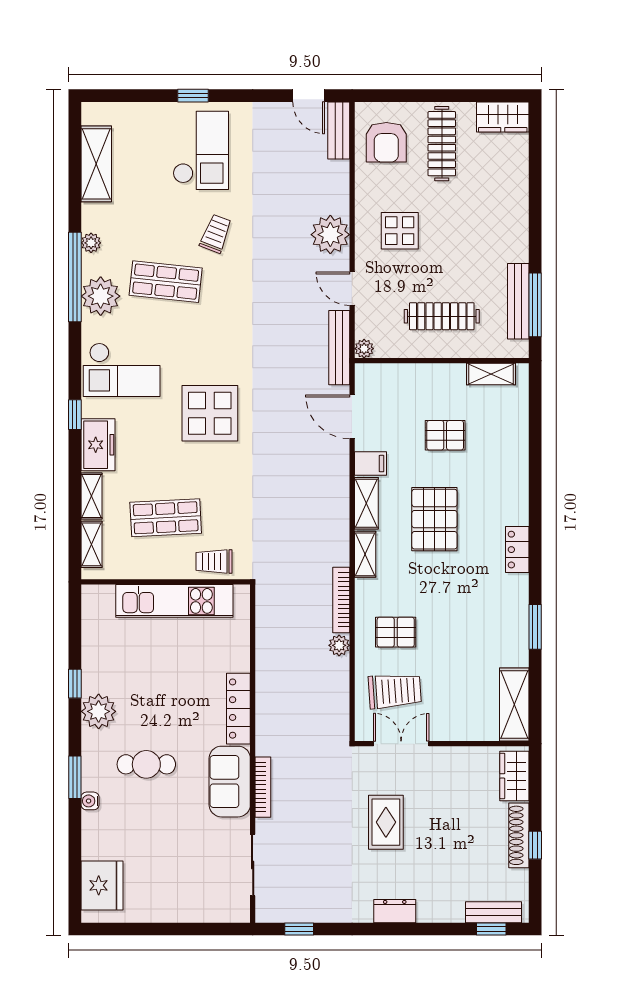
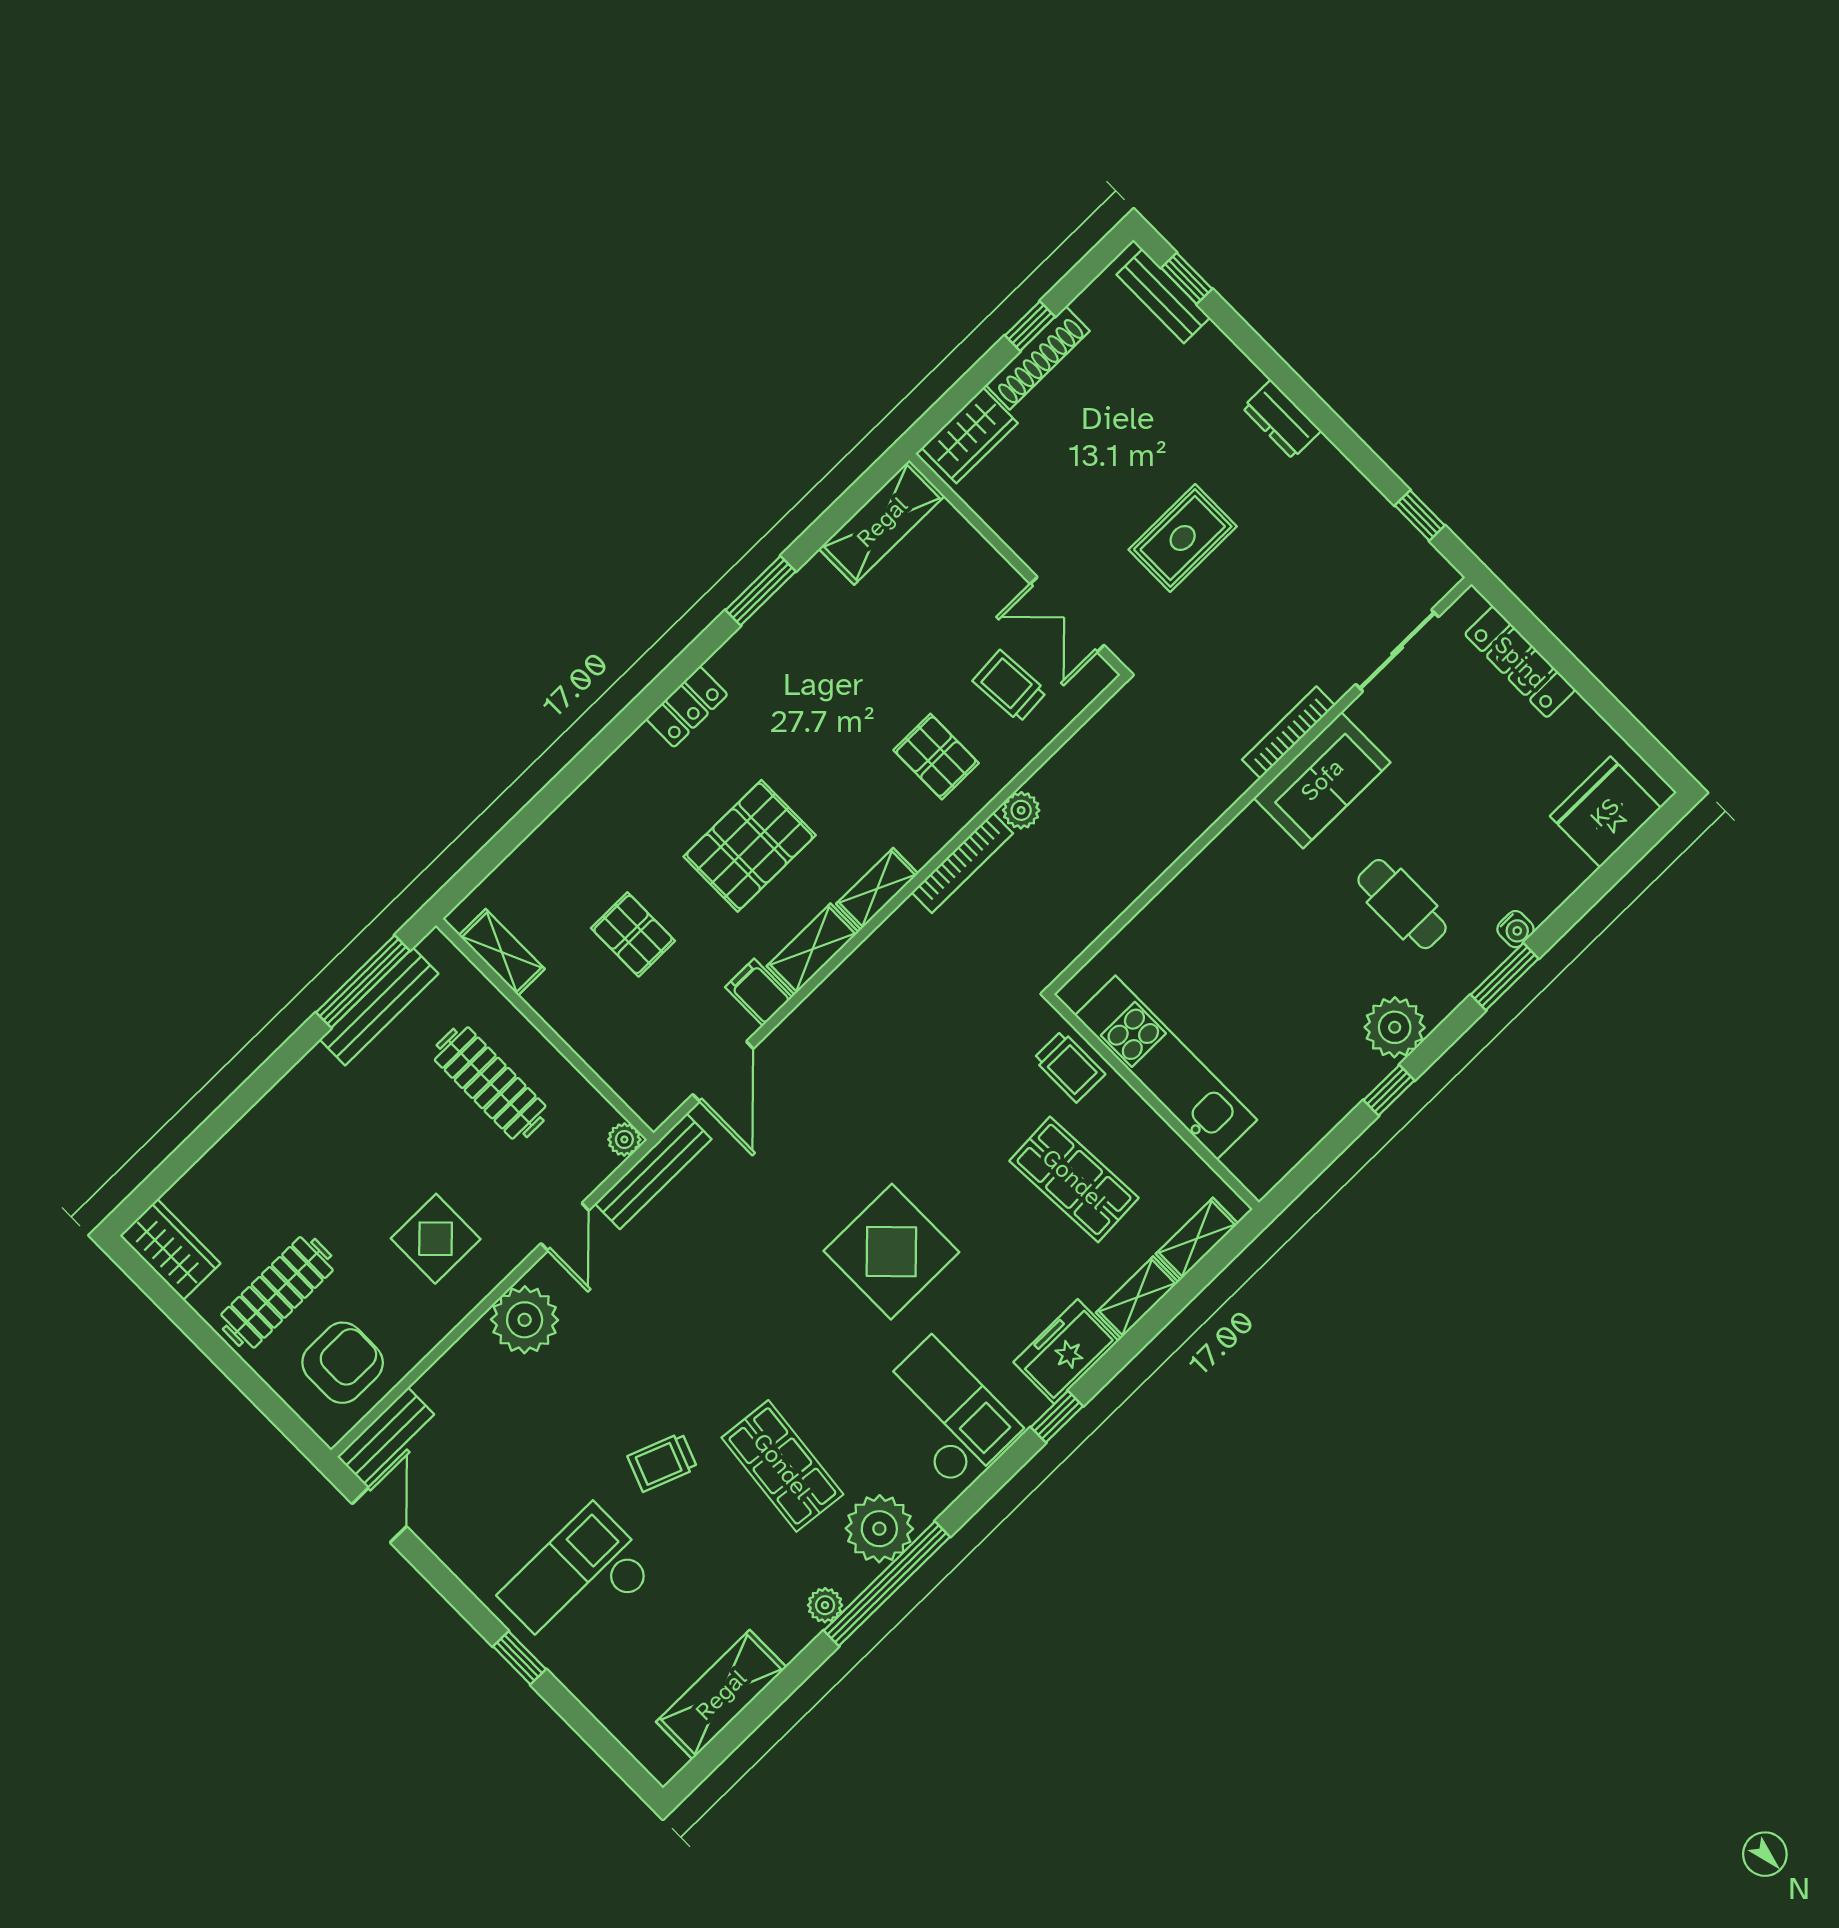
trolley: (395, 691) -> (1010, 686), width x0.73, depth x0.72
locker: (238, 709) -> (1520, 662), moved, turned 90

